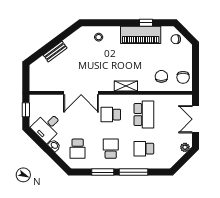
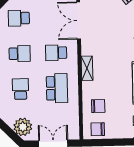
school desk: (111, 115) -> (56, 53), turned -90
school desk: (144, 115) -> (57, 88), turned -90
plant: (185, 147) -> (23, 127), width x1.87, depth x1.87

